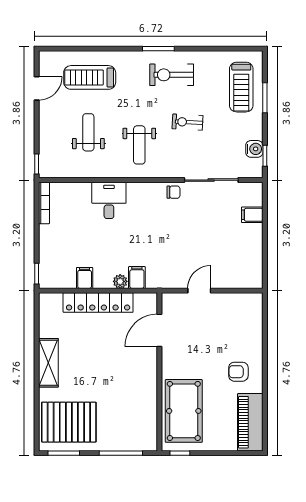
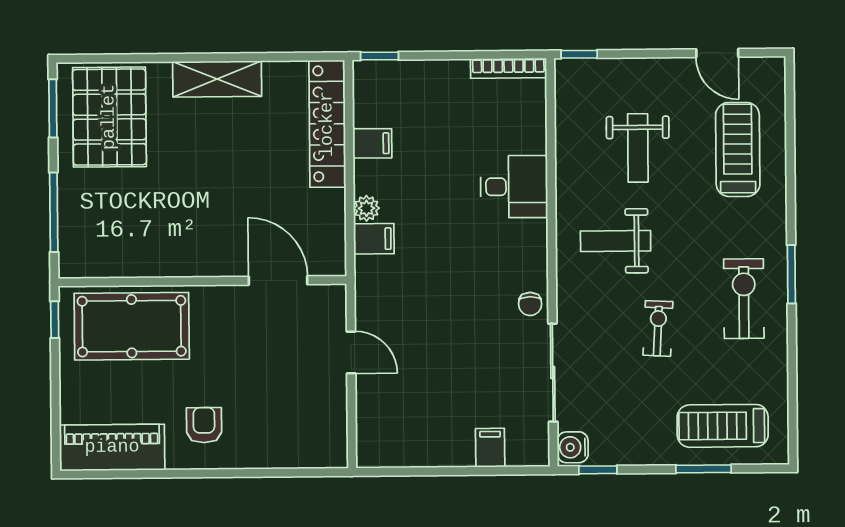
weight bench: (88, 132) -> (638, 148), turned 90
water cooler: (254, 149) -> (573, 447), moved, turned 90
locker: (98, 303) -> (327, 124), moved

